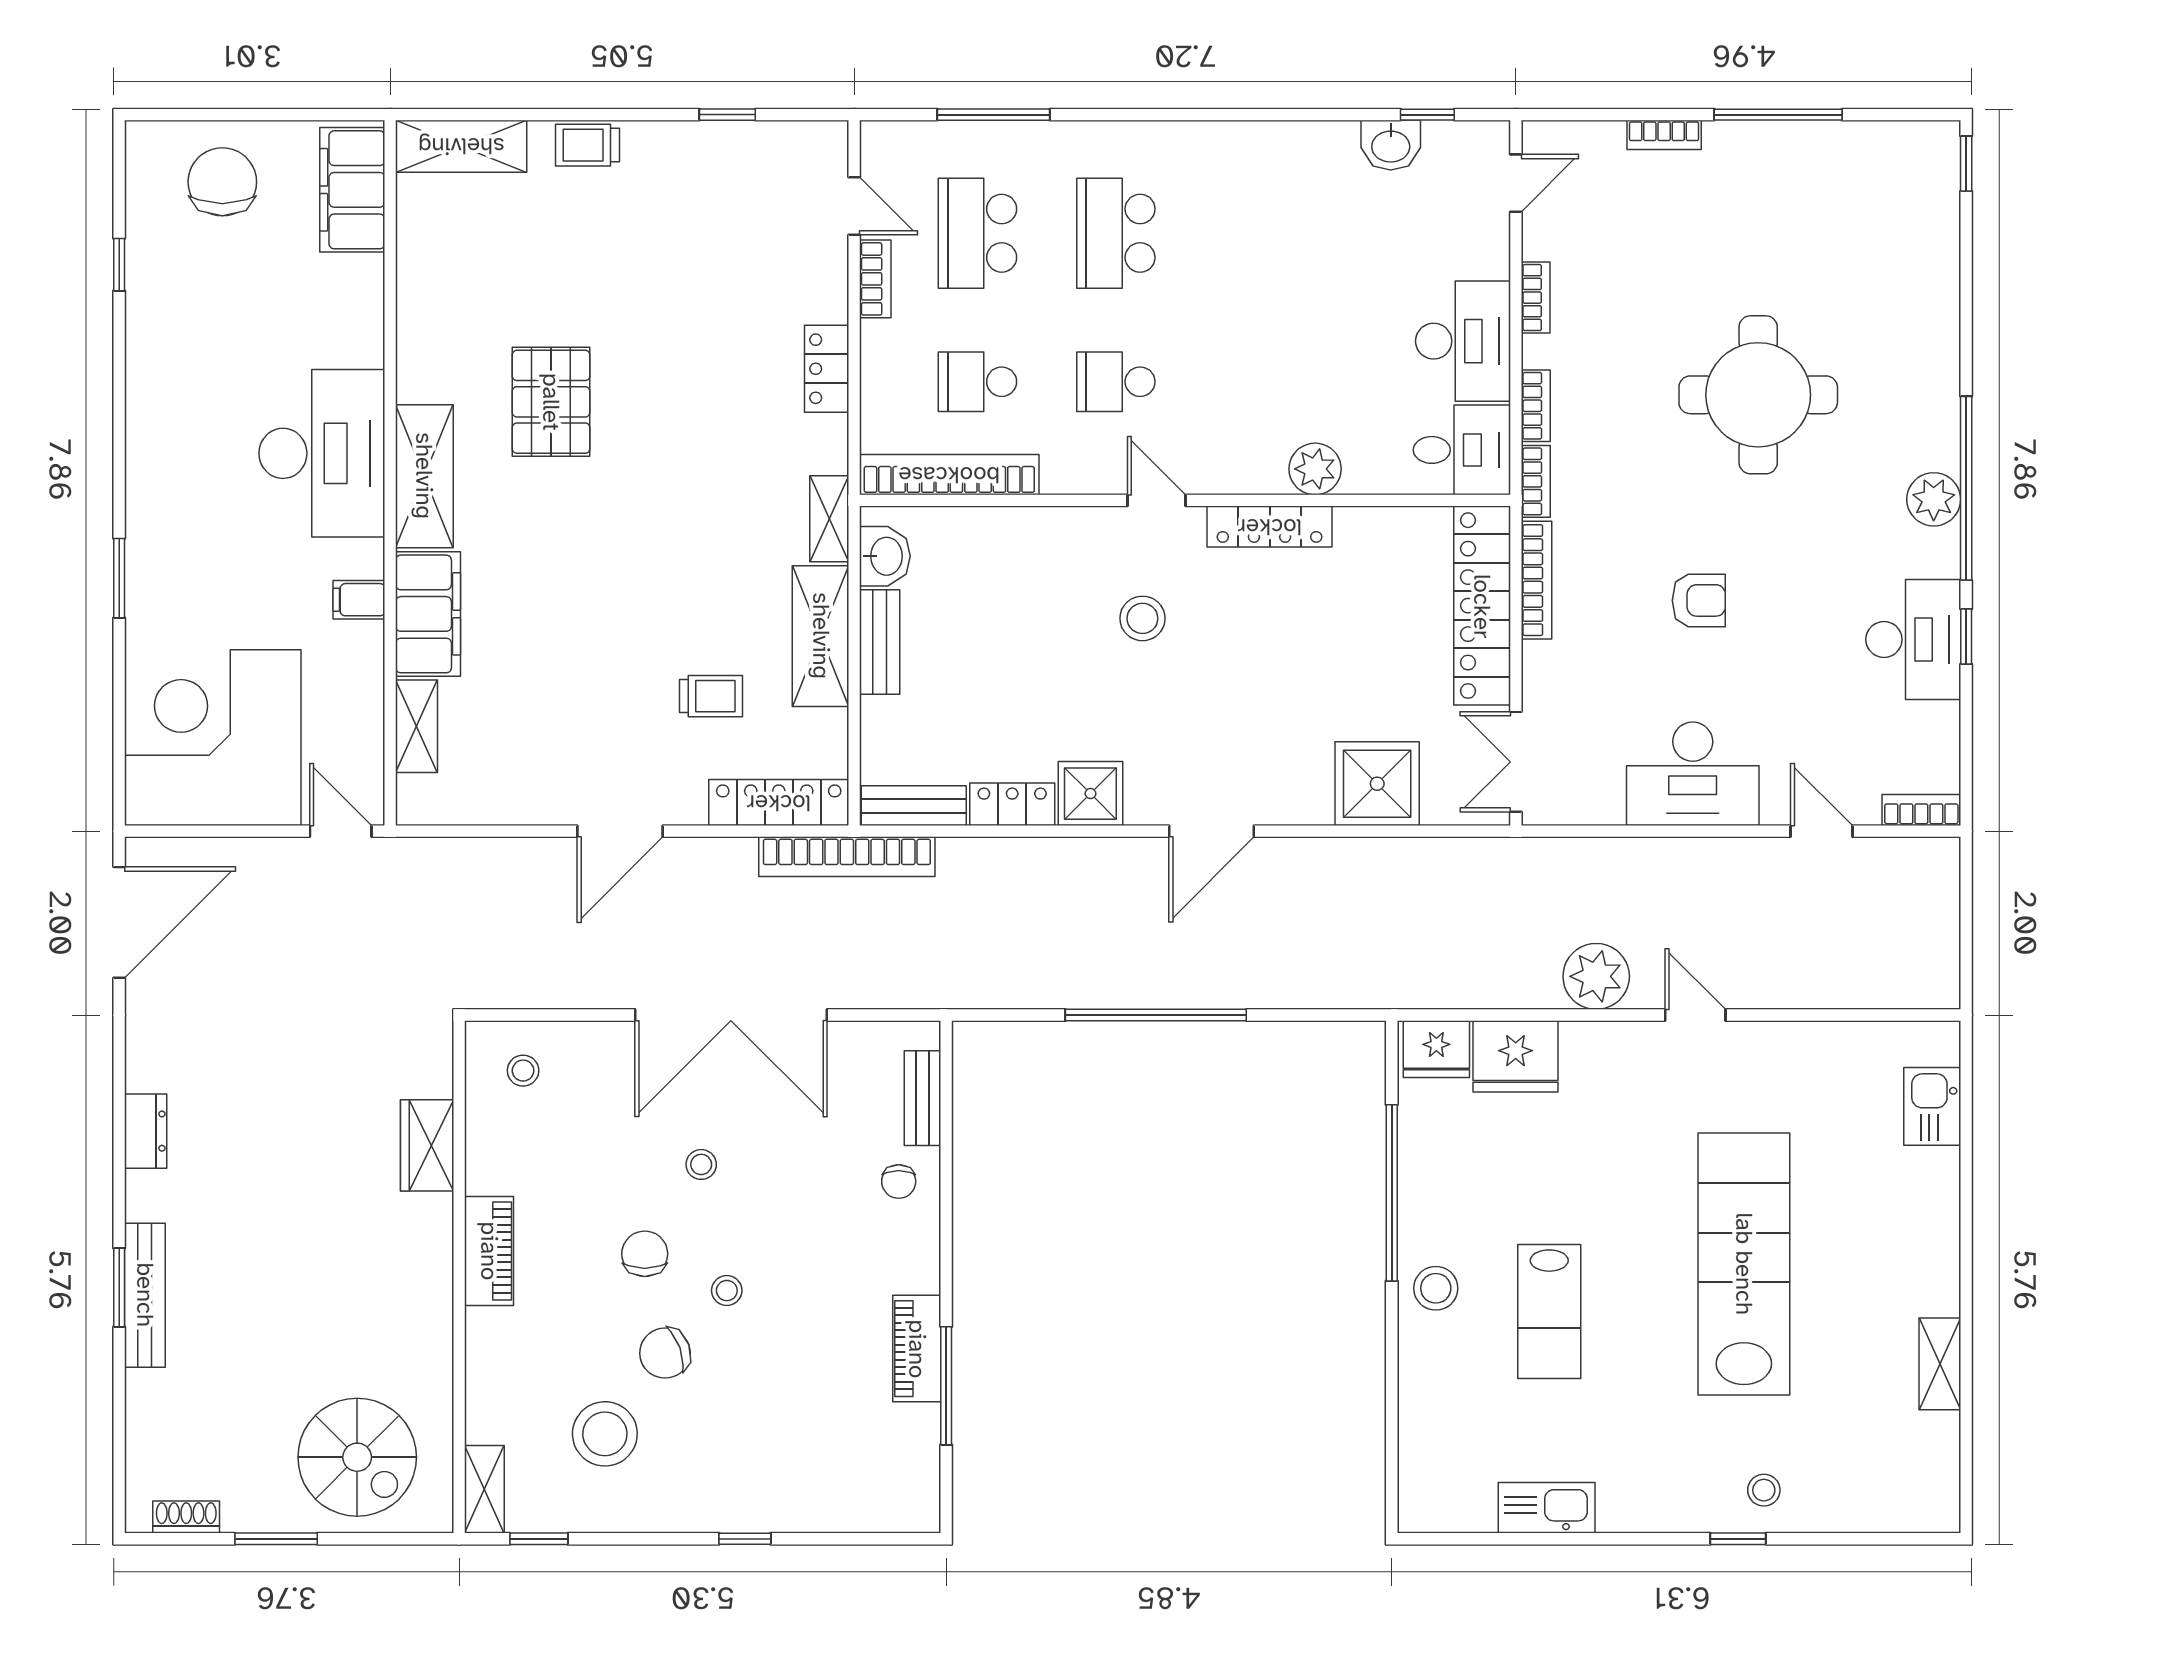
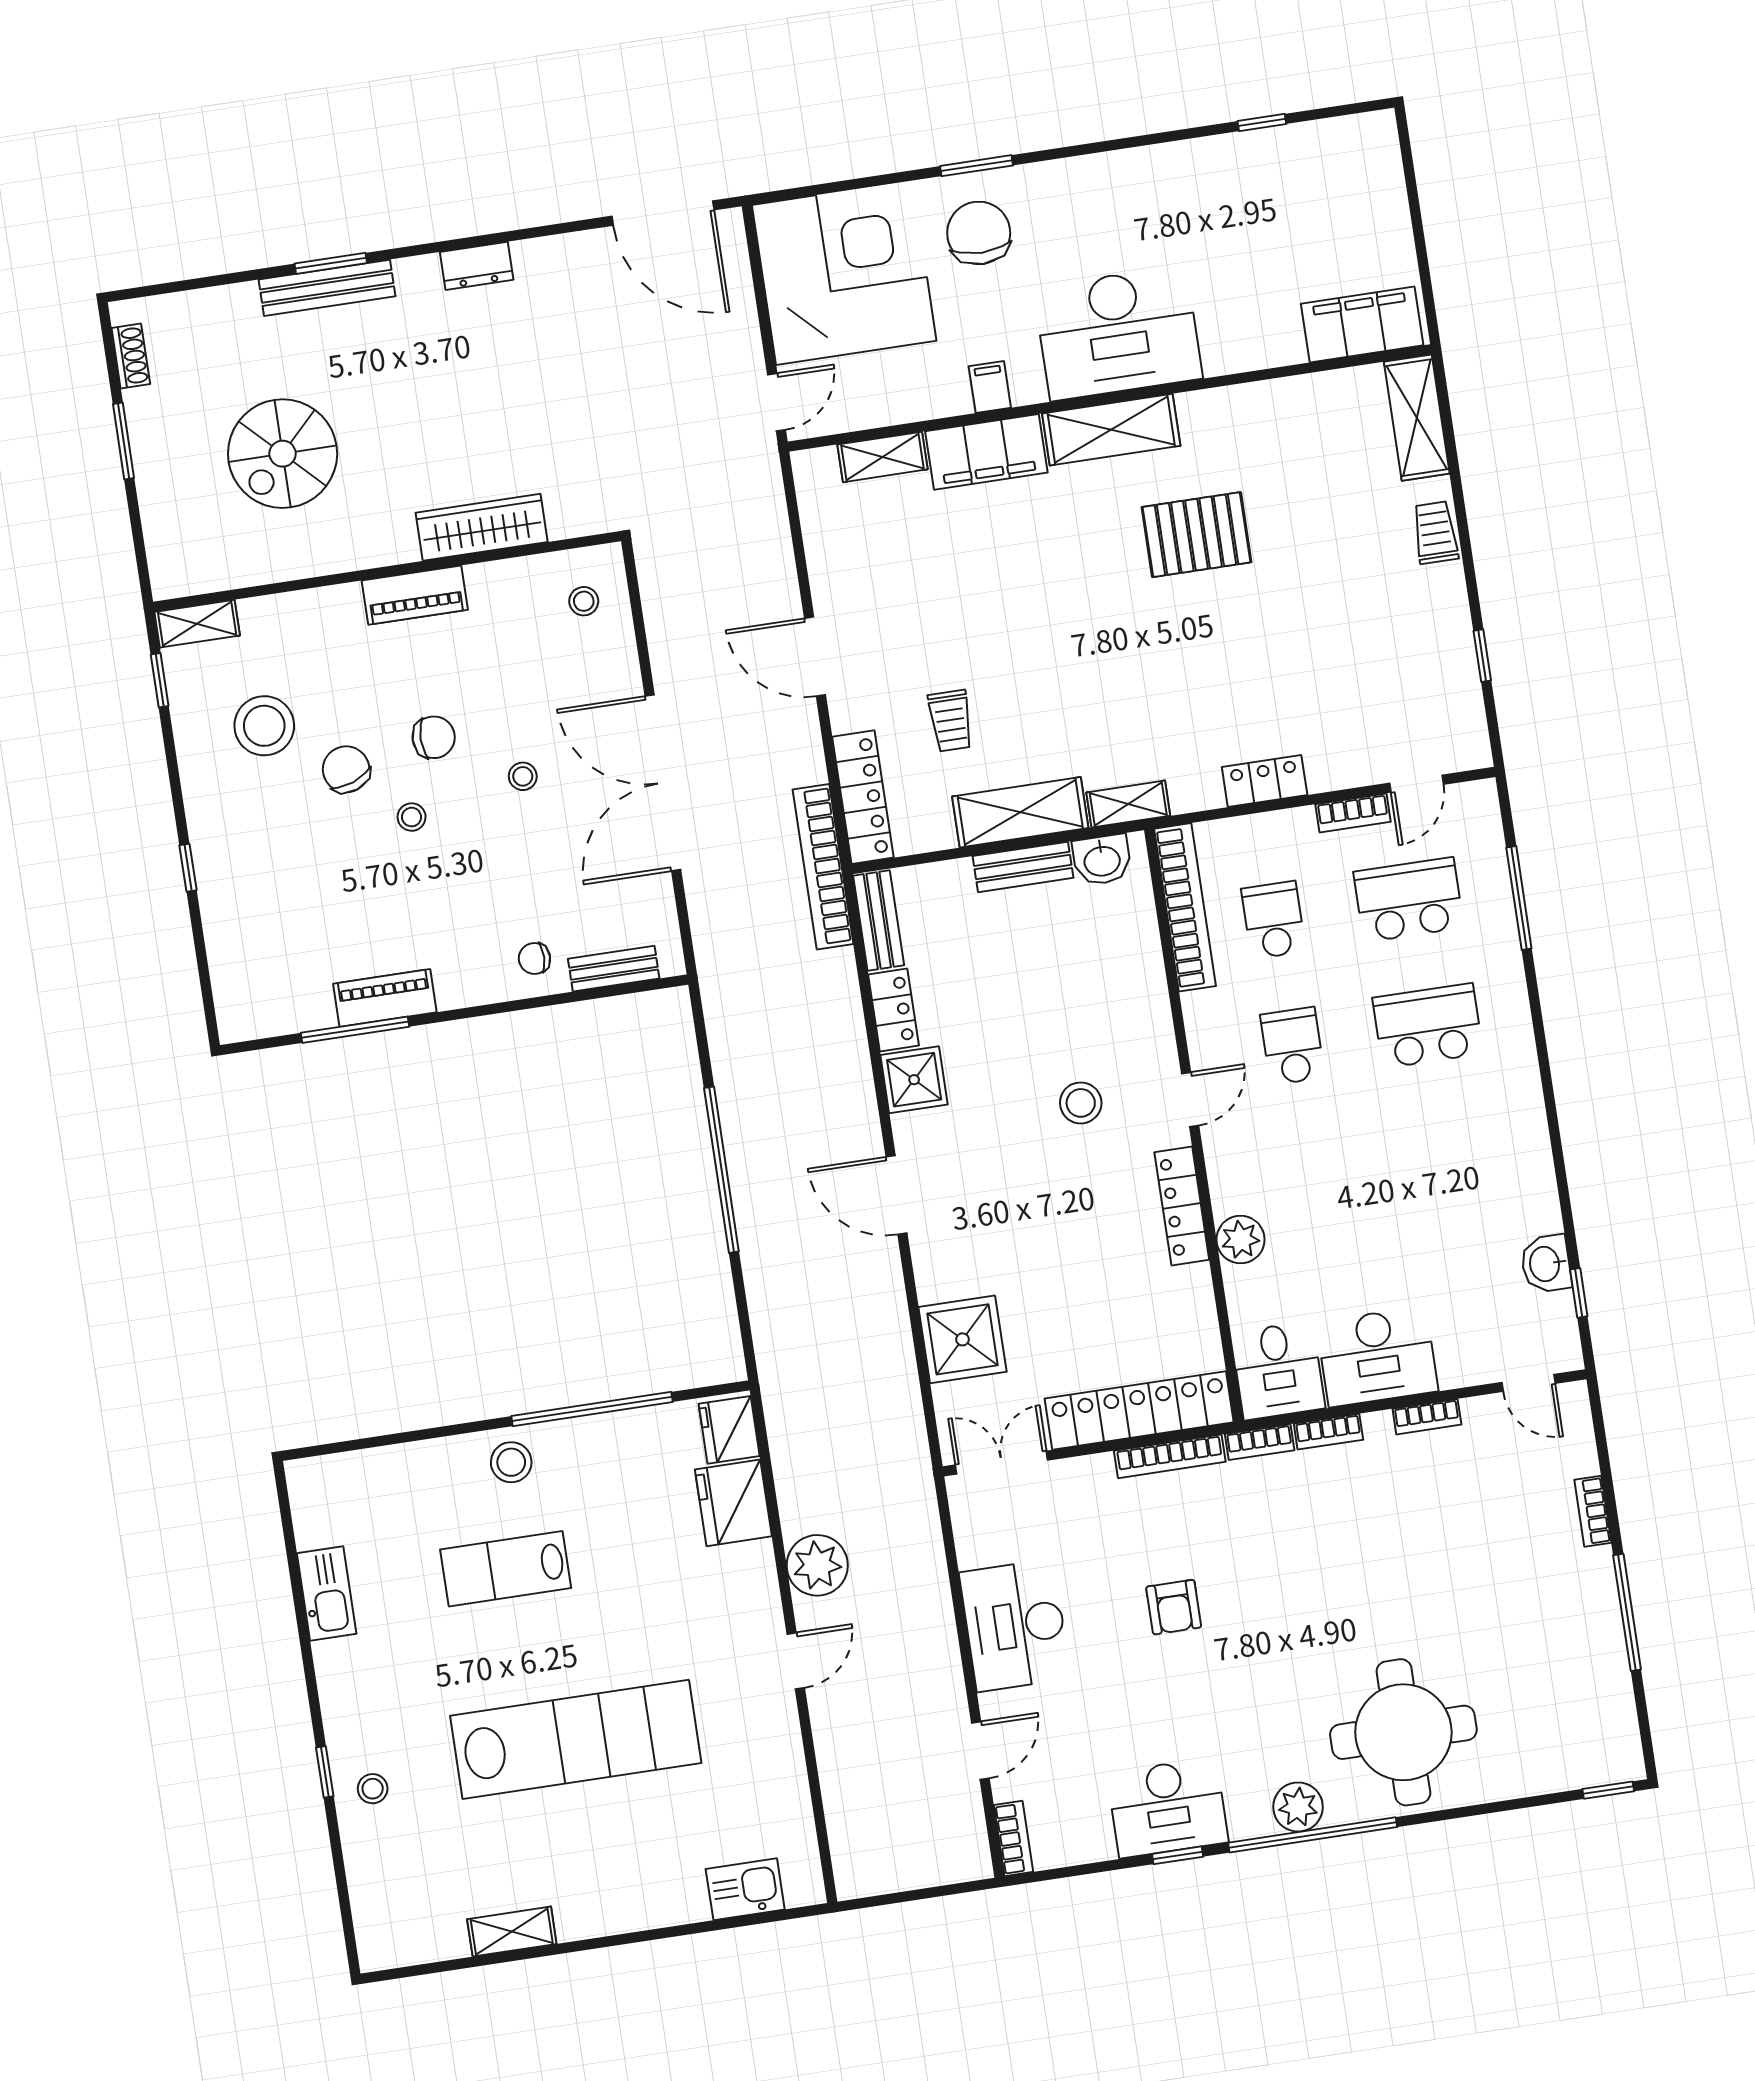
chair: (222, 182) -> (979, 233), moved, turned -90
round table: (1758, 395) -> (1403, 1732), moved
wardrobe: (427, 1145) -> (482, 527), width x1.50
spiral stairs: (357, 1457) -> (283, 454), moved

